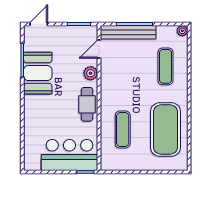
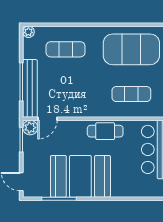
door: (99, 49) -> (48, 119), hinge flipped
booth: (38, 73) -> (80, 176), width x1.36, depth x1.42
plant: (91, 73) -> (30, 128), moved

